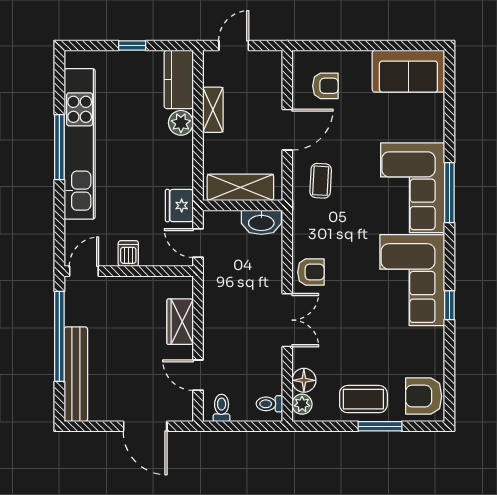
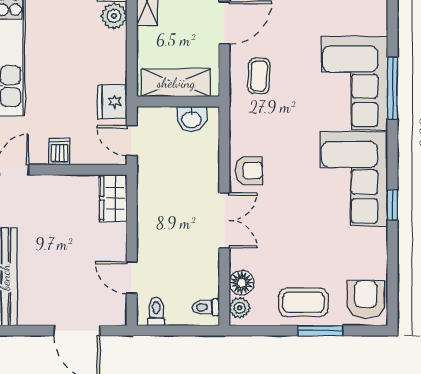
washbasin: (261, 222) -> (192, 119), width x0.72
wardrobe: (180, 322) -> (113, 198), moved
armchair: (424, 396) -> (366, 299), turned 90

